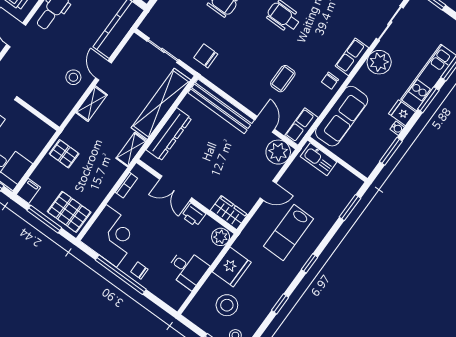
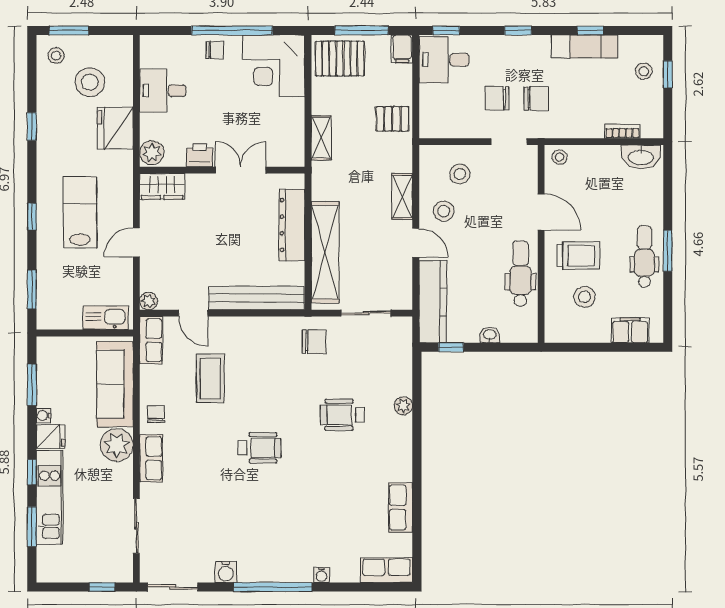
plant: (379, 62) -> (117, 445), moved
coffee table: (283, 79) -> (210, 378), width x1.36, depth x1.30
stool: (48, 92) -> (460, 174), added
window: (428, 100) -> (32, 472), width x0.67
shelving: (131, 150) -> (321, 138), moved
plant: (278, 152) -> (149, 301), width x0.53, depth x0.53
bookcase: (126, 185) -> (298, 134), removed
window: (309, 263) -> (32, 217), moved

